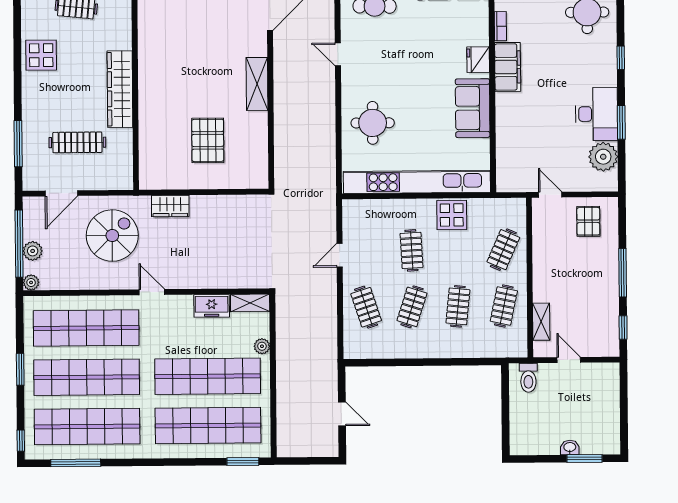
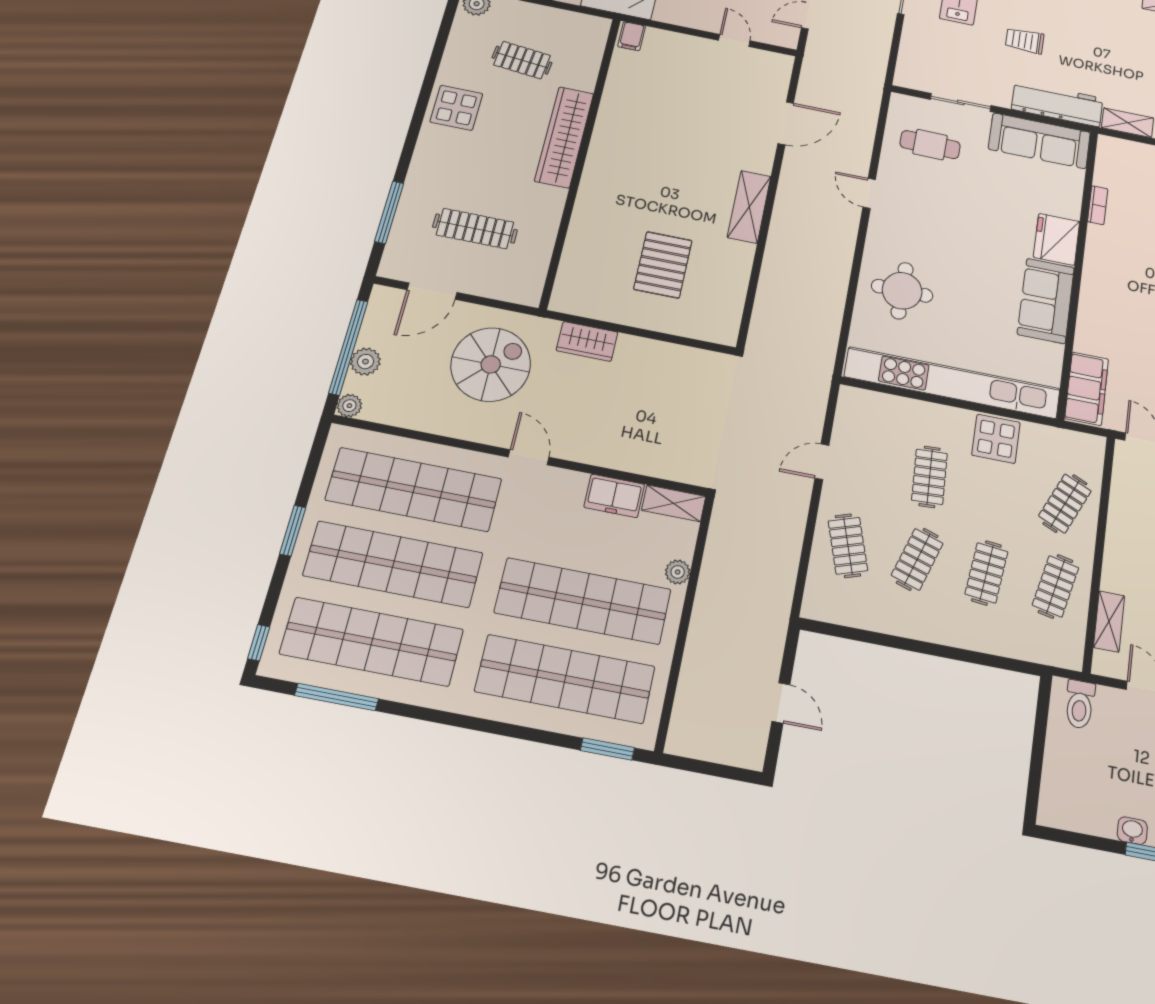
fridge: (478, 60) -> (1057, 239), width x1.36, depth x1.34
filing cabinet: (508, 67) -> (1087, 389), moved
wardrobe: (120, 89) -> (564, 137), moved

